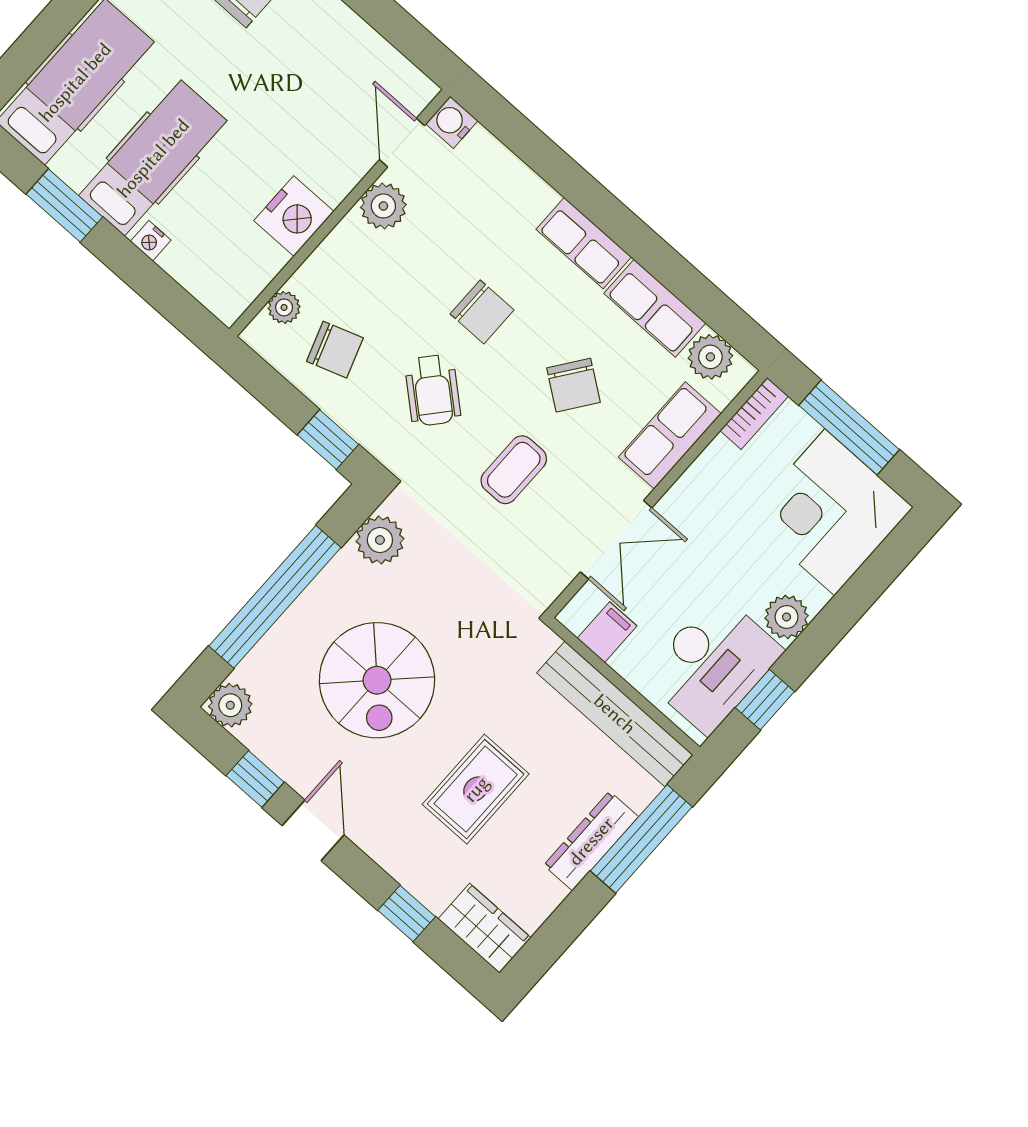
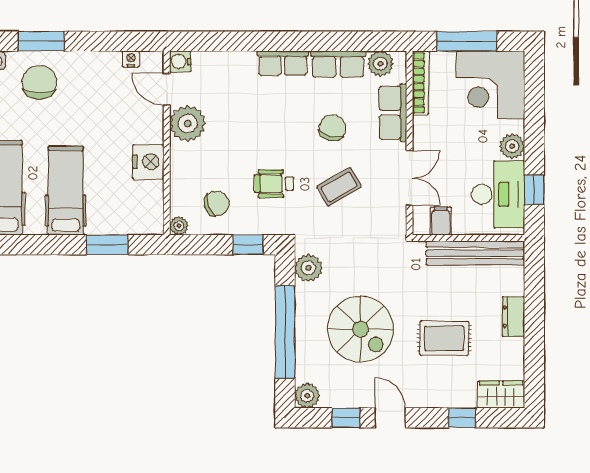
window: (64, 205) -> (107, 245), moved
plant: (383, 206) -> (188, 123), width x1.36, depth x1.36
nightstand: (151, 241) -> (131, 59), moved, turned 180
plant: (284, 307) -> (179, 226), moved
chair: (482, 312) -> (265, 131), removed
chair: (573, 385) -> (332, 128), turned -111
wheelchair: (433, 390) -> (274, 184), turned 139
bookcase: (754, 413) -> (421, 83), width x1.56
coffee table: (514, 470) -> (339, 187), turned 60
rug: (476, 789) -> (444, 338), turned 90
window: (641, 839) -> (534, 297), removed
dresser: (591, 841) -> (513, 317), width x0.70

